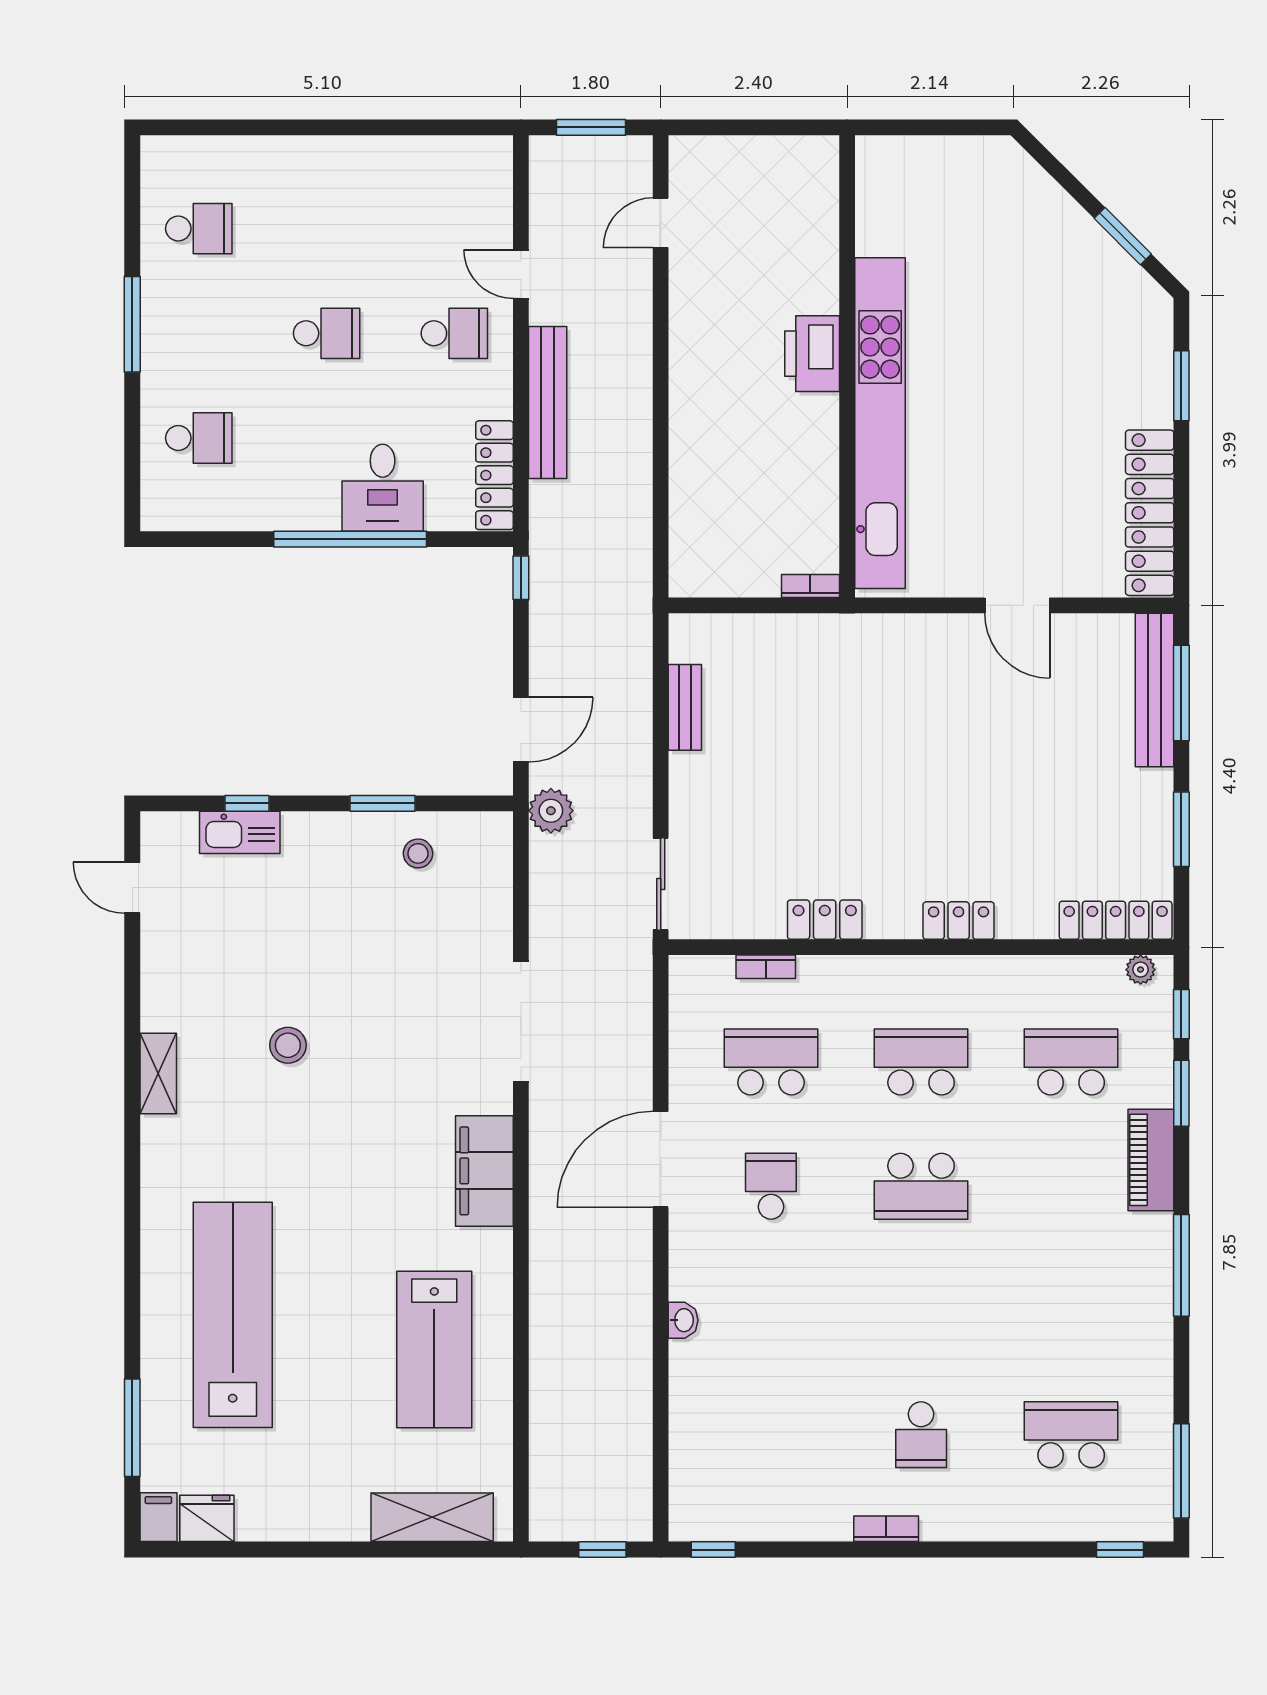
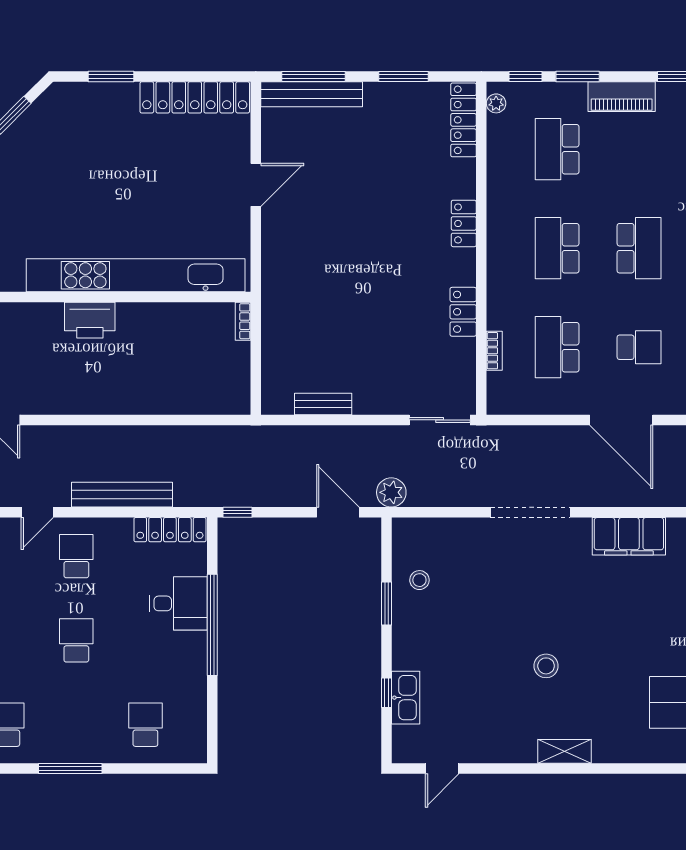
school desk: (771, 1186) -> (639, 347), turned 180

